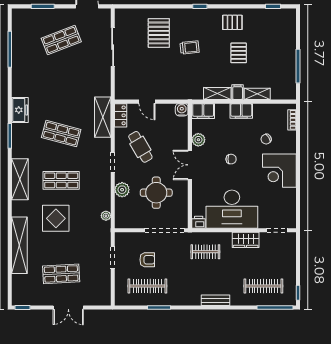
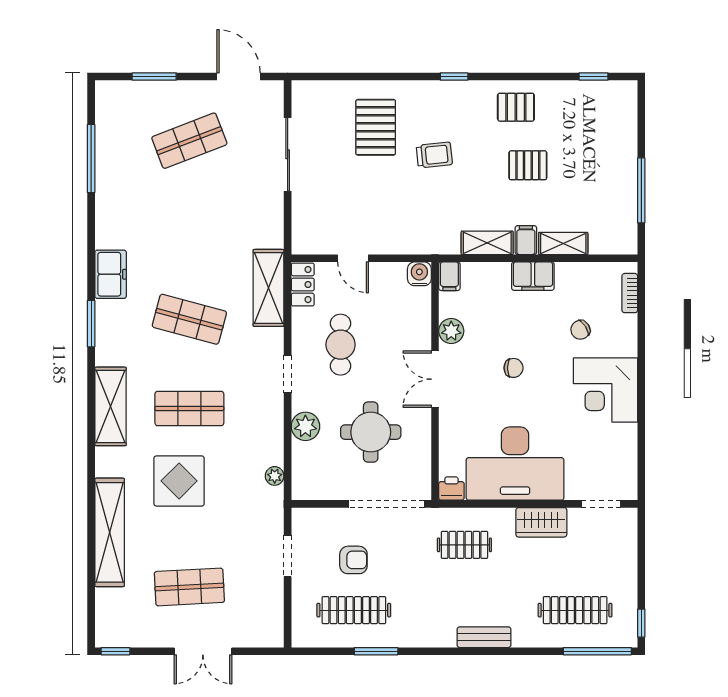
pallet: (239, 53) -> (528, 165), turned 90
filing cabinet: (203, 111) -> (449, 276), width x0.50
cafe table: (140, 147) -> (341, 345), turned 30

